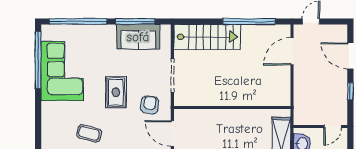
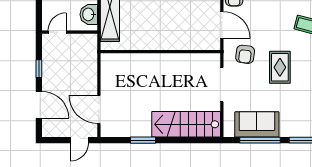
window: (249, 21) -> (143, 140), width x0.47
door: (292, 51) -> (99, 109), swing flipped

